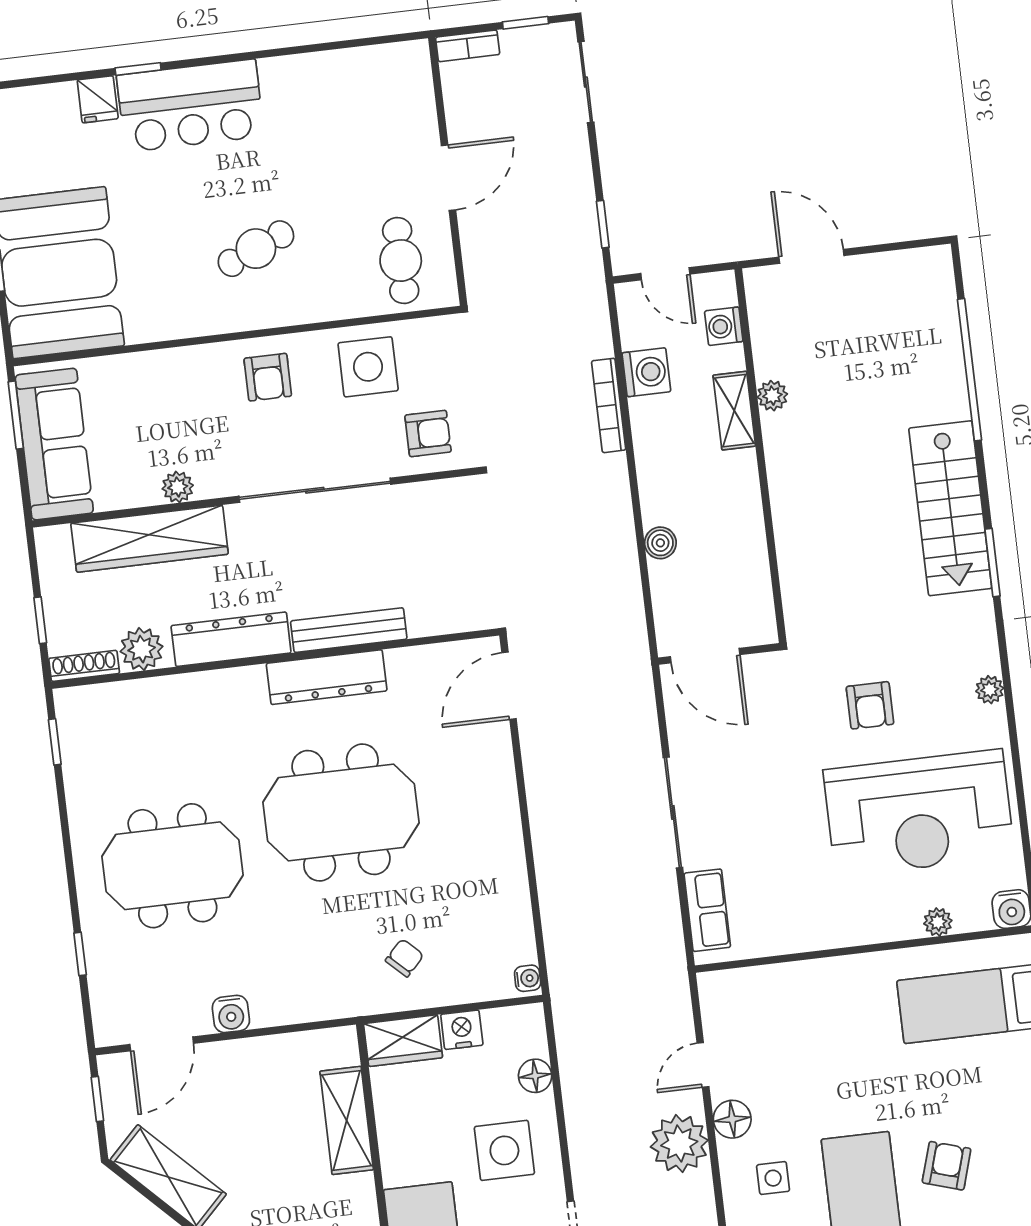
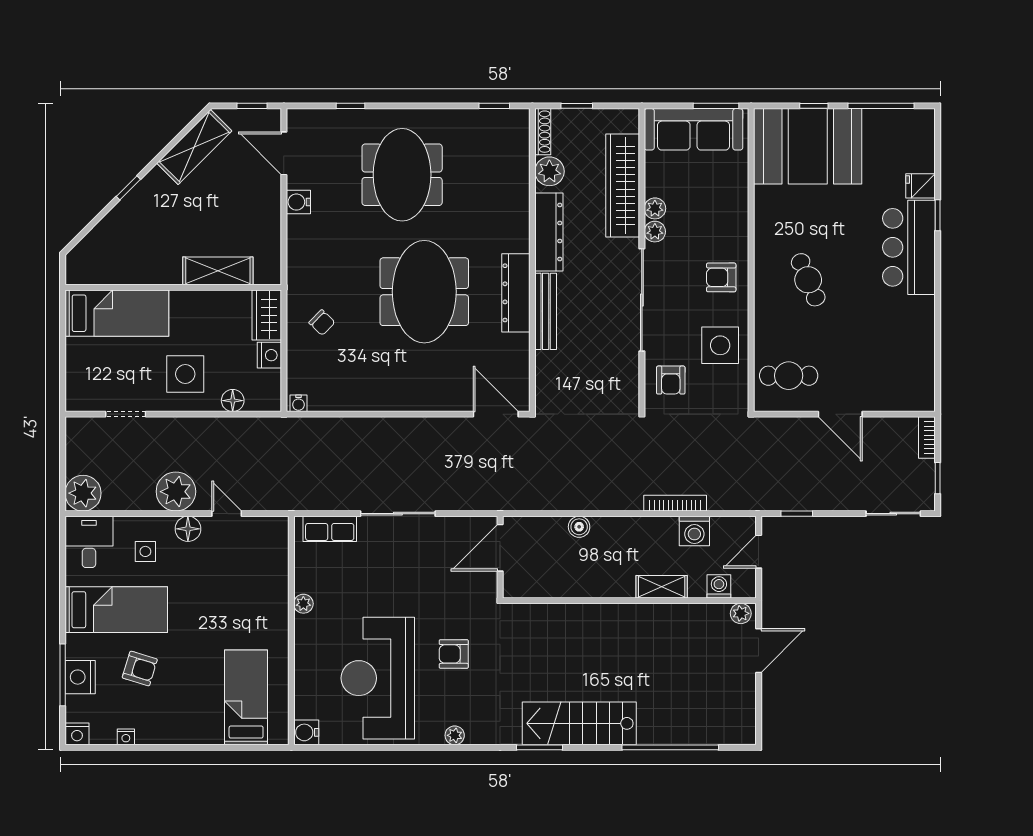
plant: (772, 396) -> (741, 613), moved
plant: (212, 483) -> (655, 232), added
plant: (938, 922) -> (303, 604), moved

